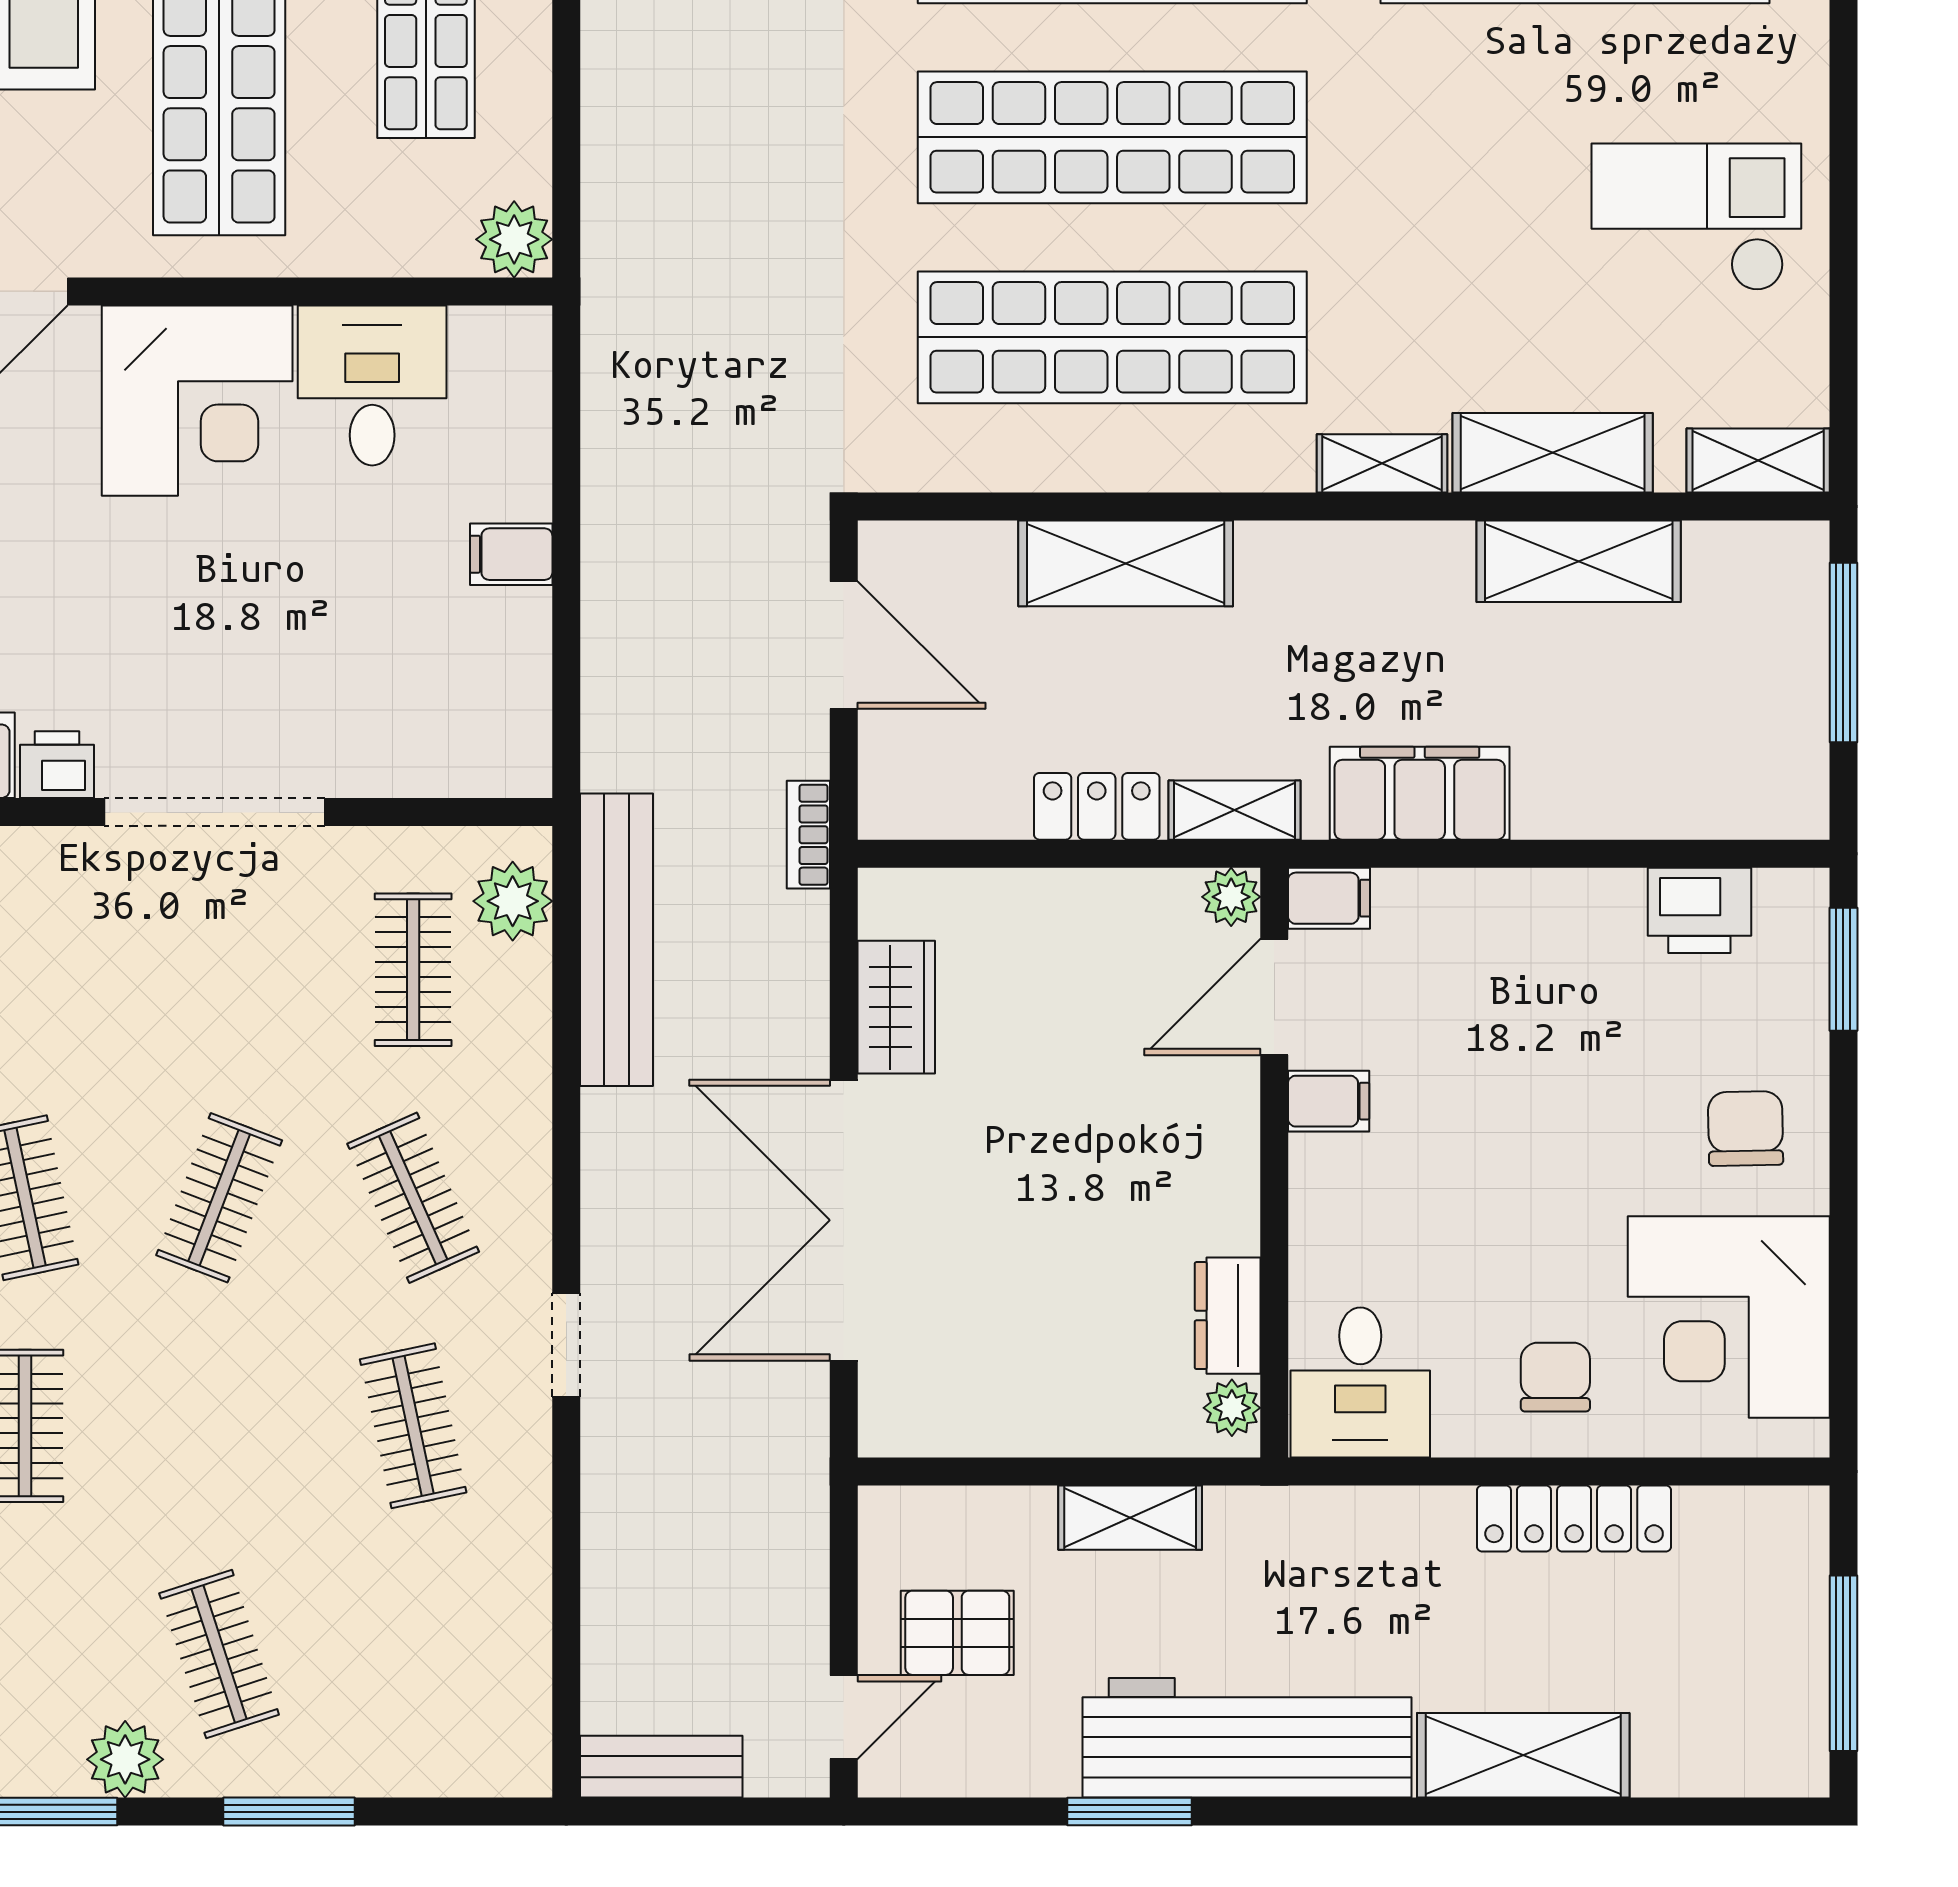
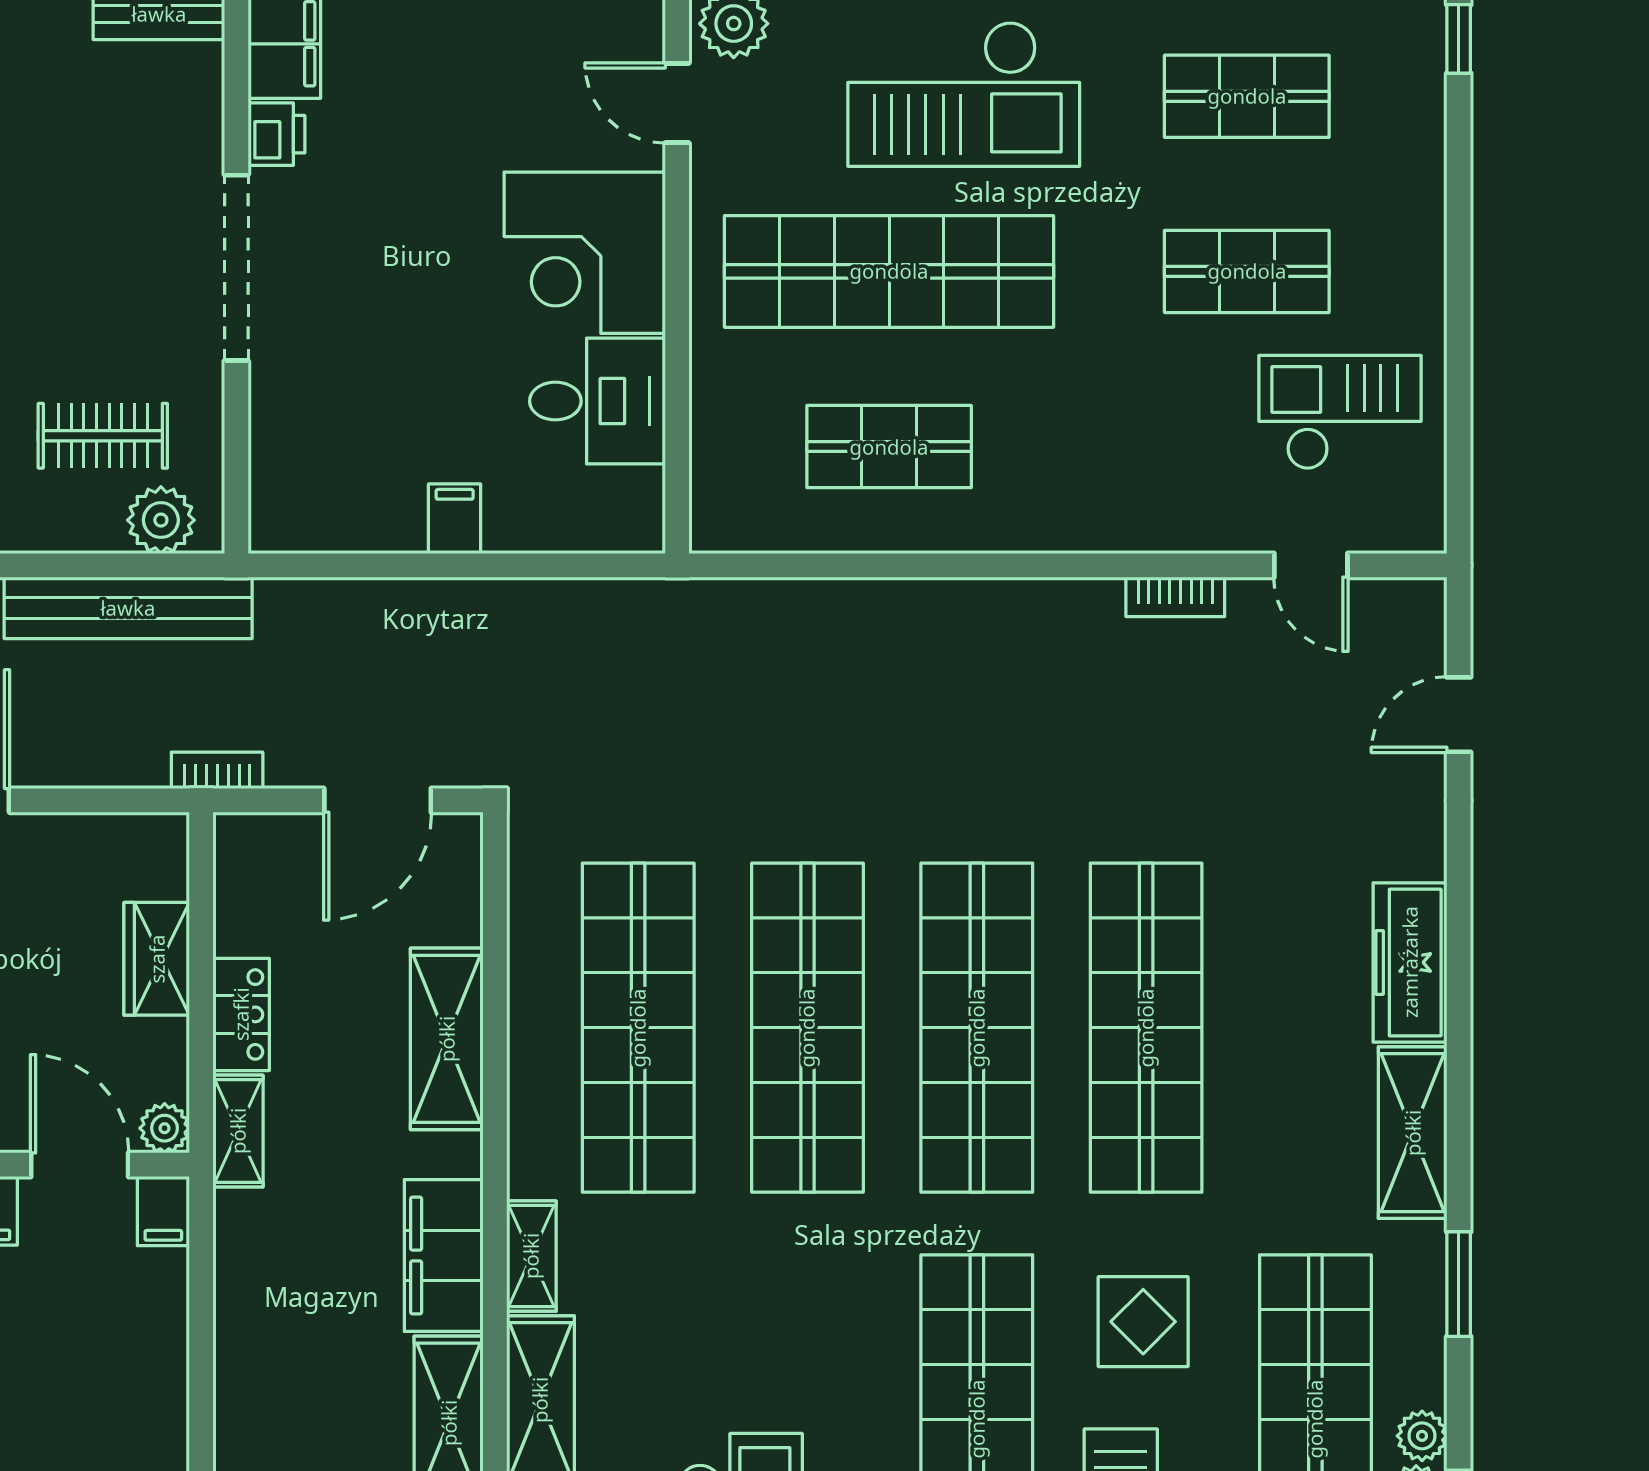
plant: (514, 239) -> (721, 521), removed
filing cabinet: (1420, 793) -> (444, 1256), moved, turned 180
wardrobe: (896, 1007) -> (157, 959), moved, turned 90

